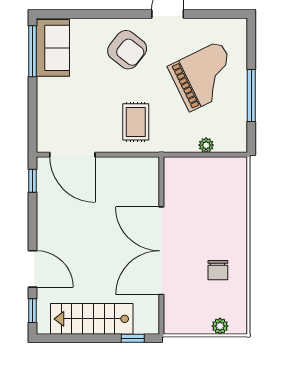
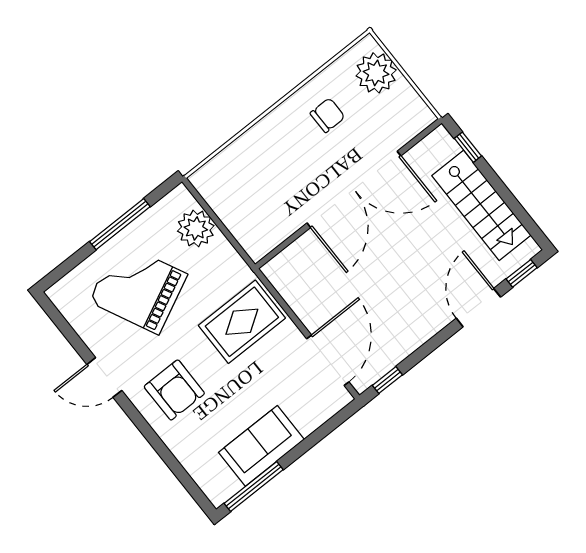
sofa: (53, 48) -> (261, 446), moved
armchair: (127, 50) -> (174, 390), turned 142
rug: (136, 122) -> (242, 322), width x1.36, depth x1.43
plant: (206, 145) -> (196, 228), width x1.88, depth x1.88
plant: (220, 326) -> (376, 73), width x1.87, depth x1.87

